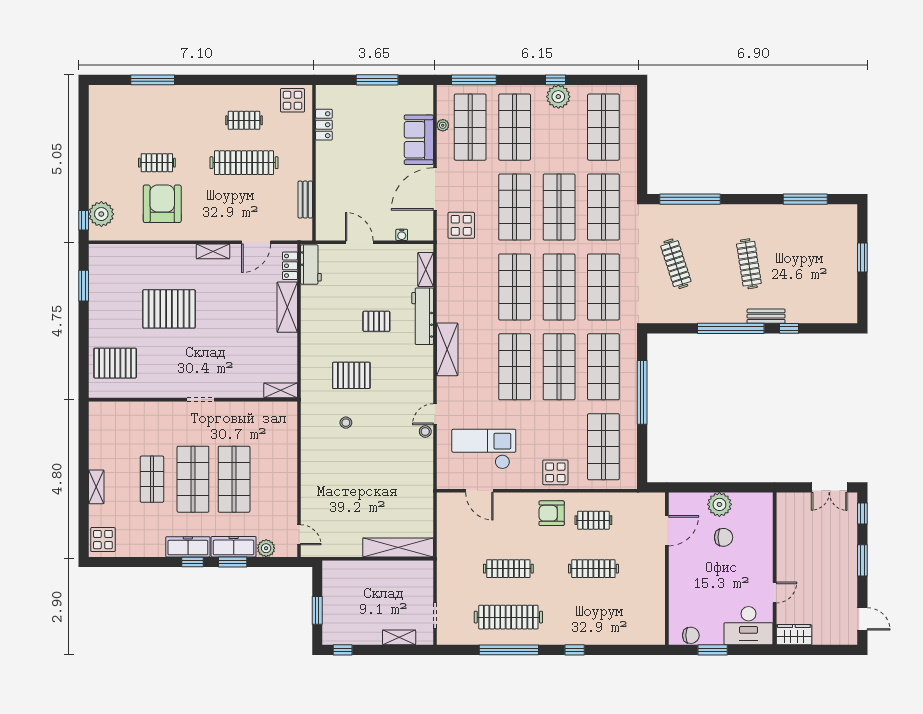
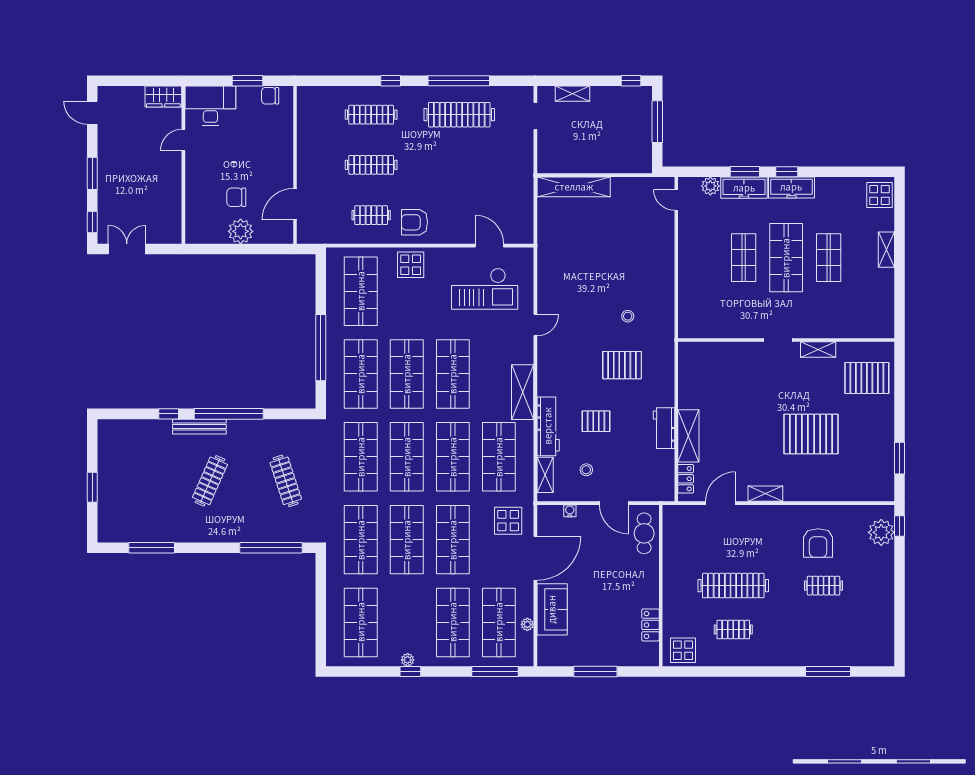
plant: (558, 97) -> (408, 660), width x0.53, depth x0.53
bench: (305, 200) -> (670, 547), removed
armchair: (162, 204) -> (818, 543), width x0.73, depth x0.73
cafe table: (330, 213) -> (644, 533), added
clothes rail: (749, 264) -> (210, 481), turned 33
workbench: (311, 265) -> (664, 428), moved
shop shelf: (470, 287) -> (499, 457), added
bench: (766, 316) -> (199, 427), width x1.36
shelving: (281, 390) -> (818, 350), moved
stool: (425, 431) -> (586, 470), moved
shop shelf: (234, 479) -> (744, 258), width x0.70, depth x0.74
armchair: (552, 513) -> (414, 222), turned 180
clothes rail: (508, 569) -> (371, 115), moved
window: (317, 610) -> (657, 122), width x1.44

